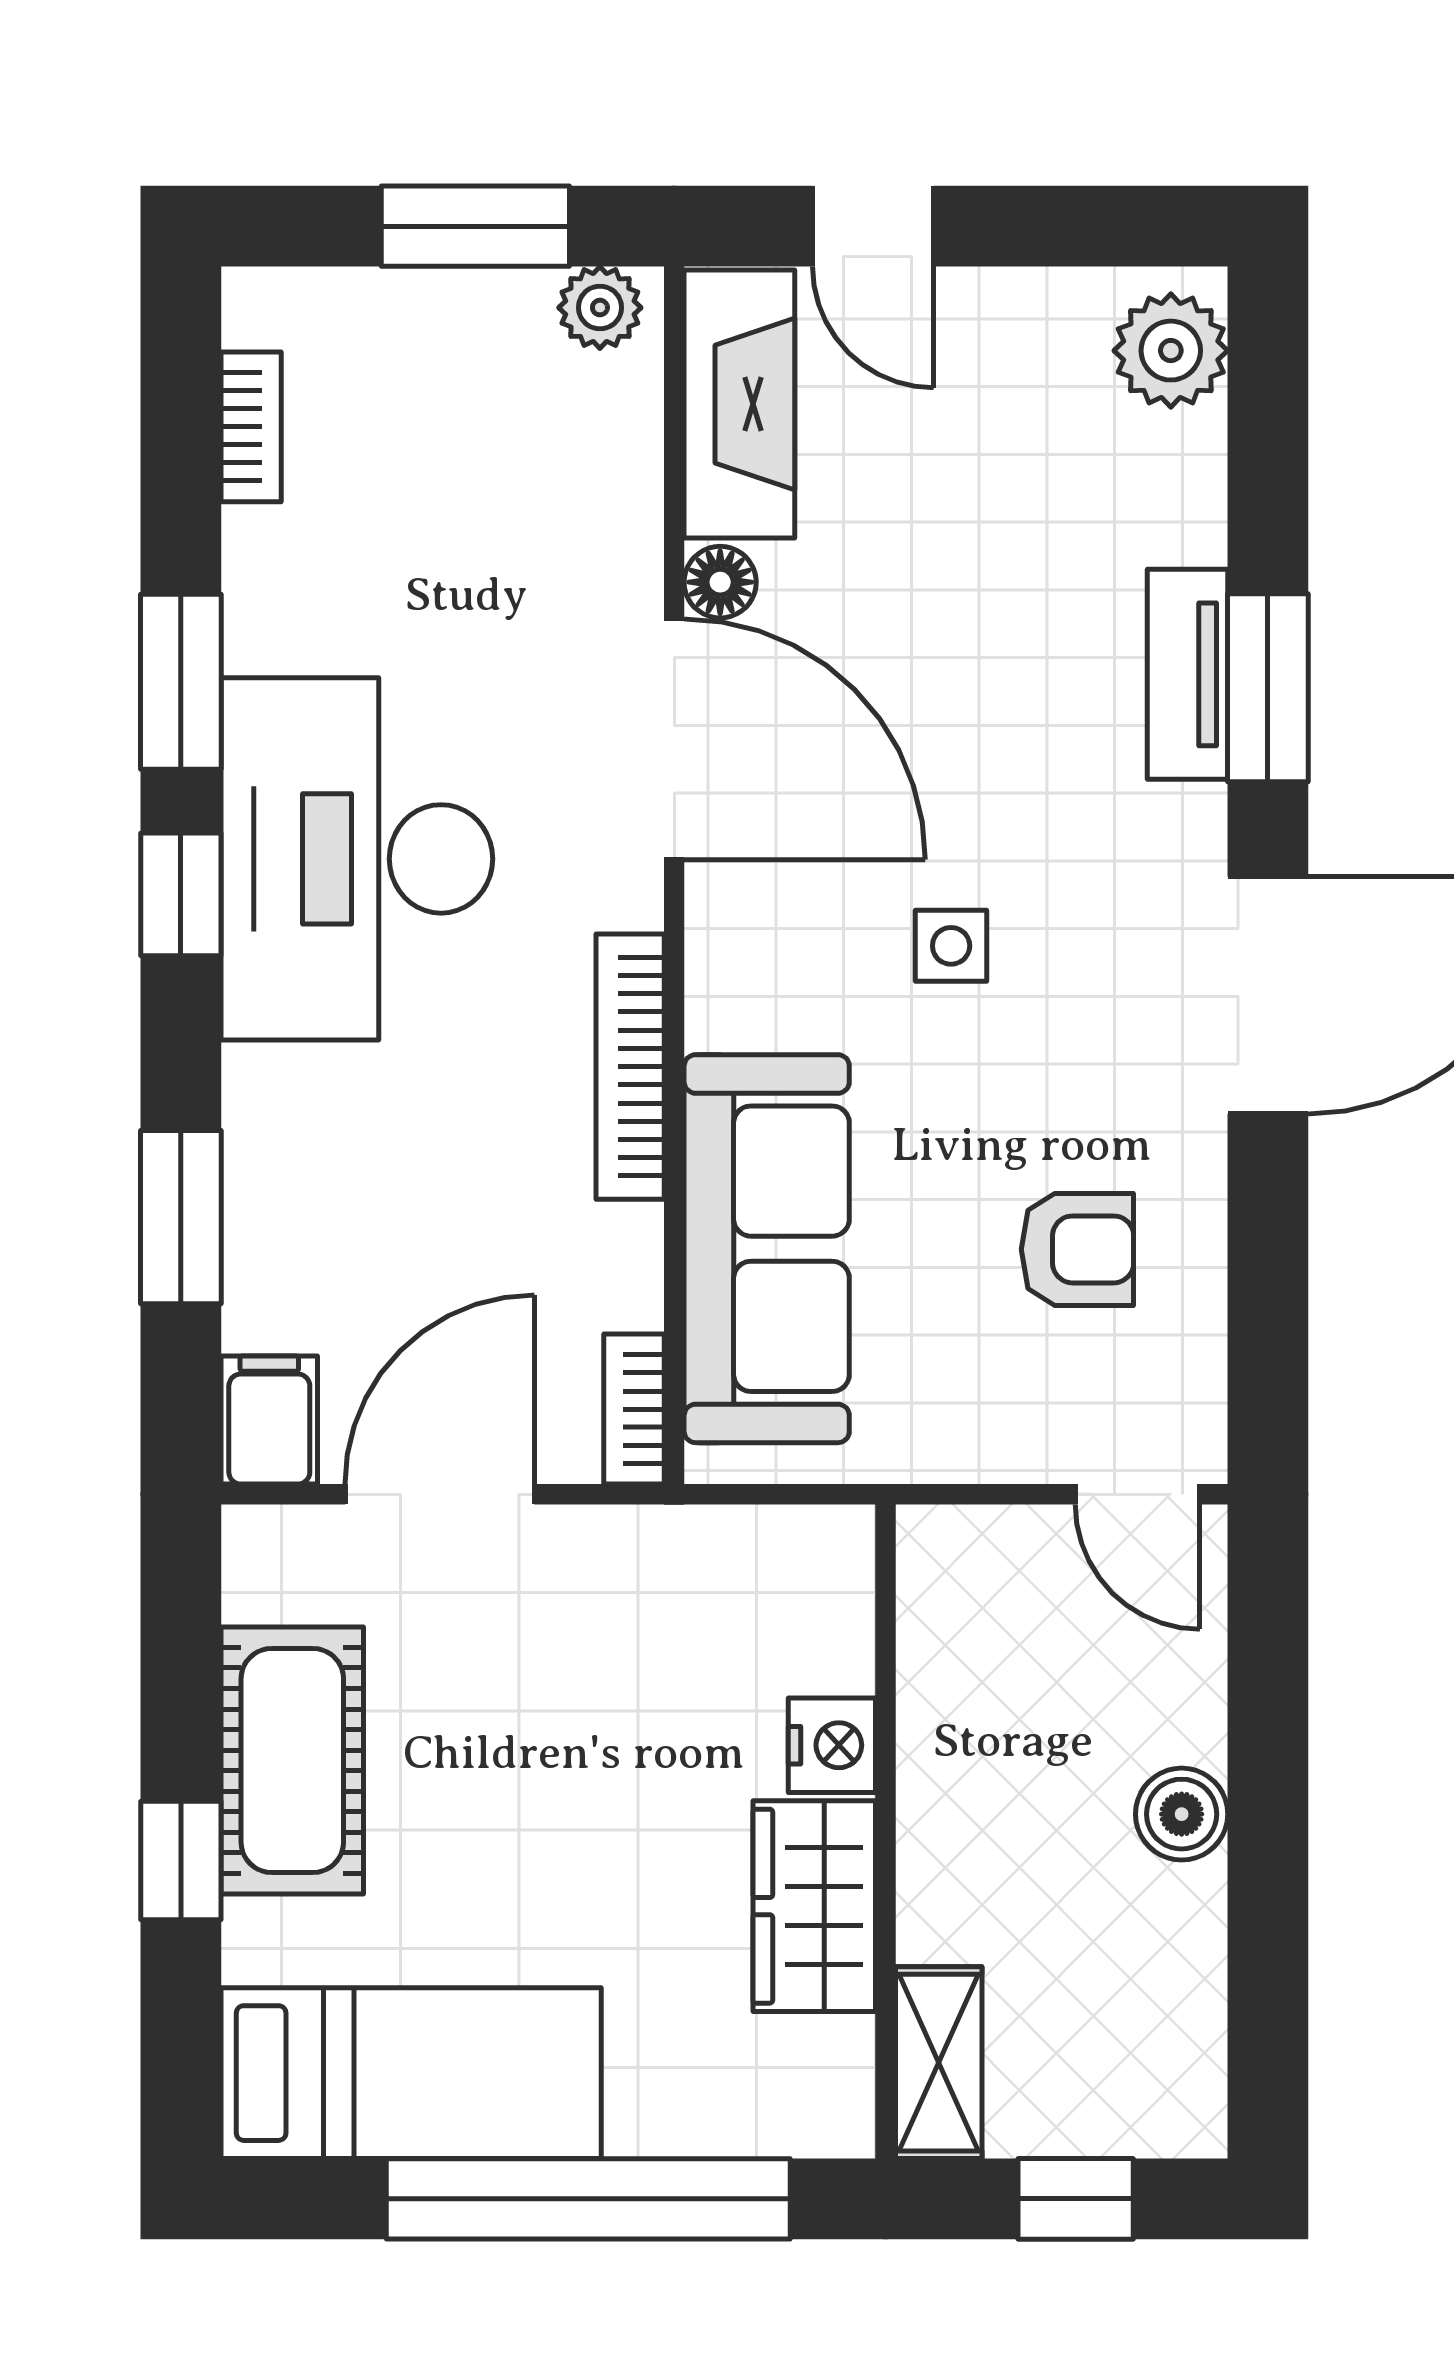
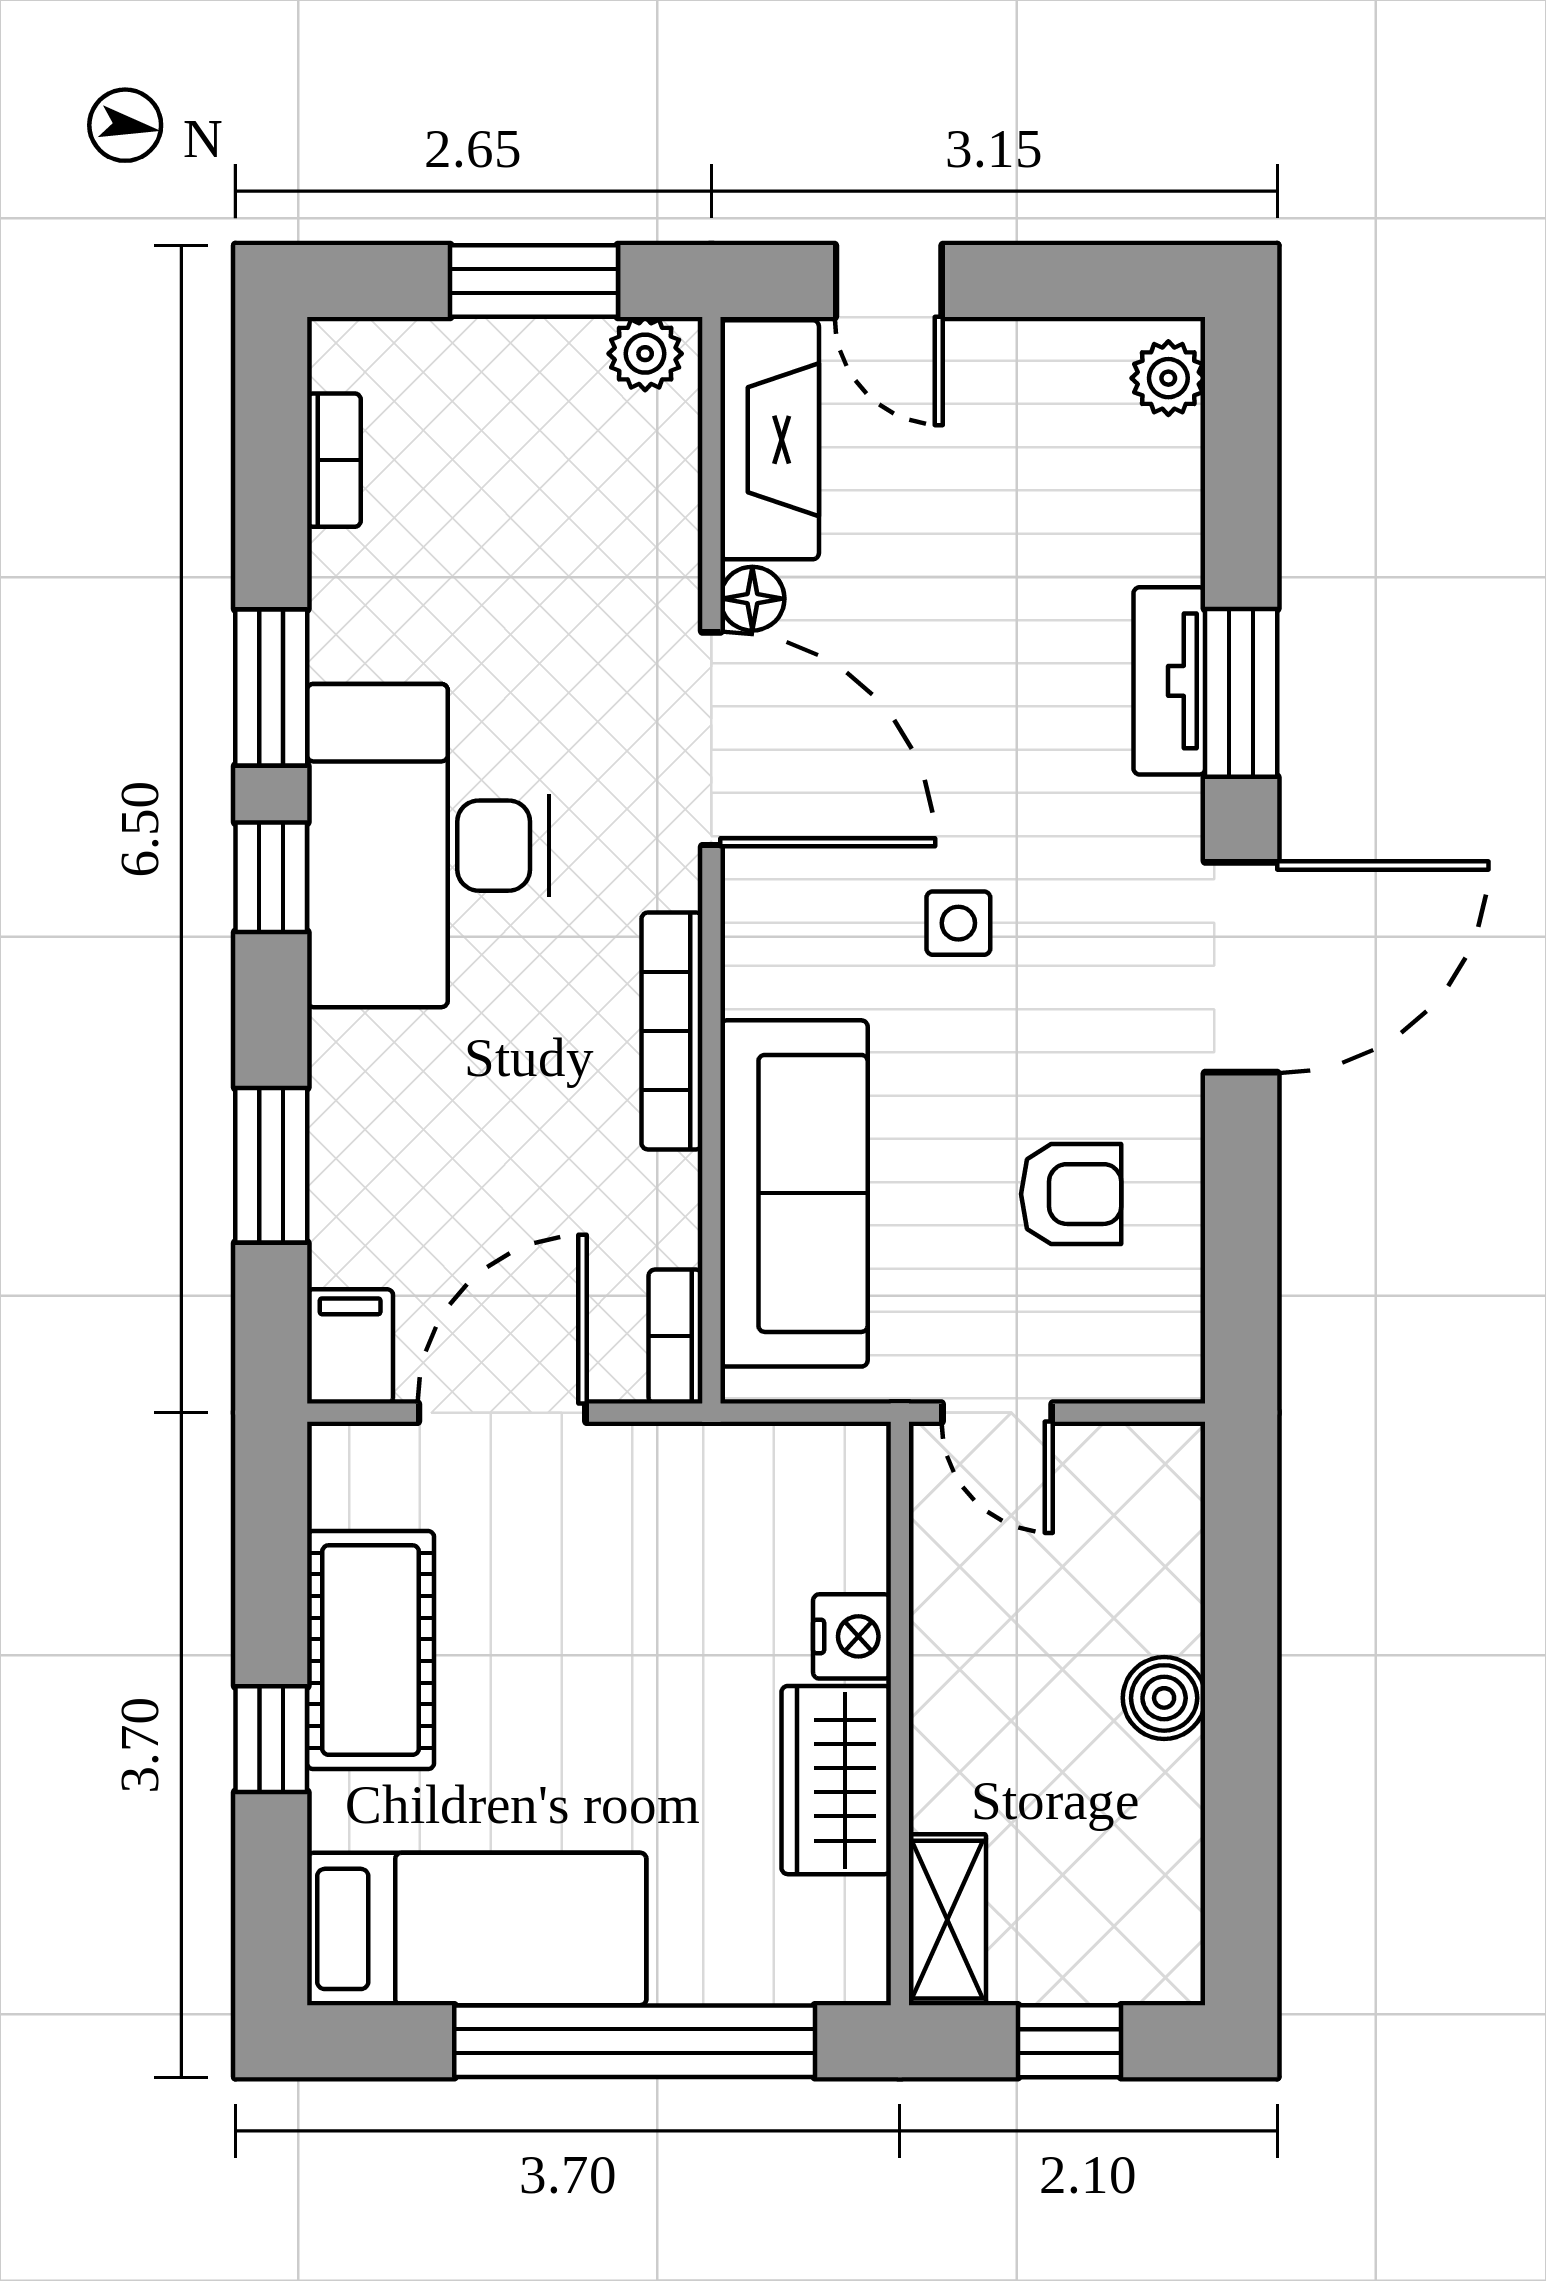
plant: (1171, 351) -> (1168, 378), width x0.73, depth x0.73
door: (1138, 1494) -> (997, 1413), moved

